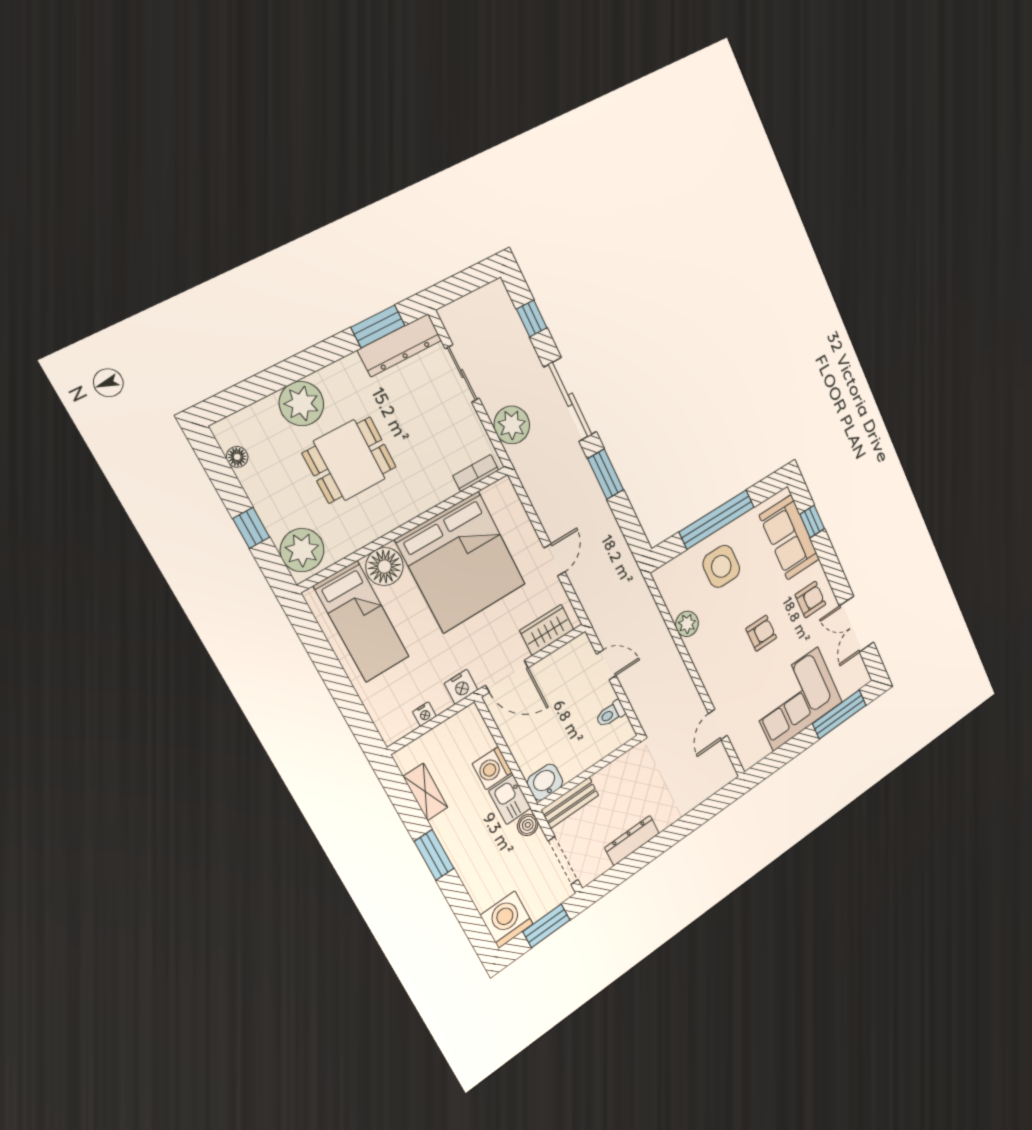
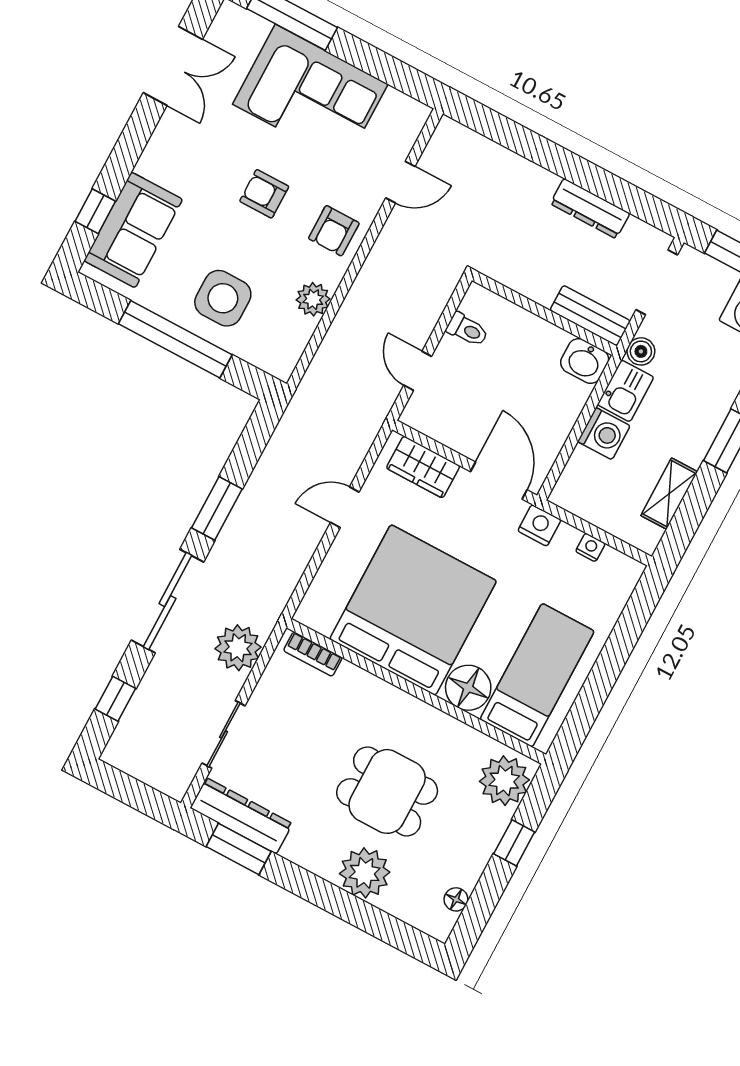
armchair: (810, 600) -> (334, 231), moved, turned -90

